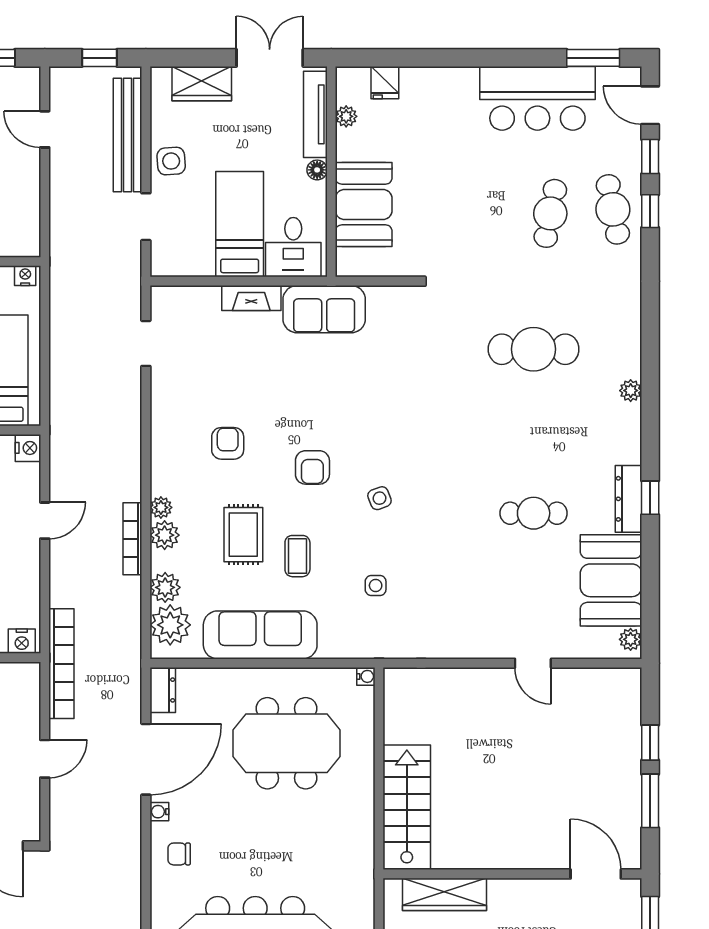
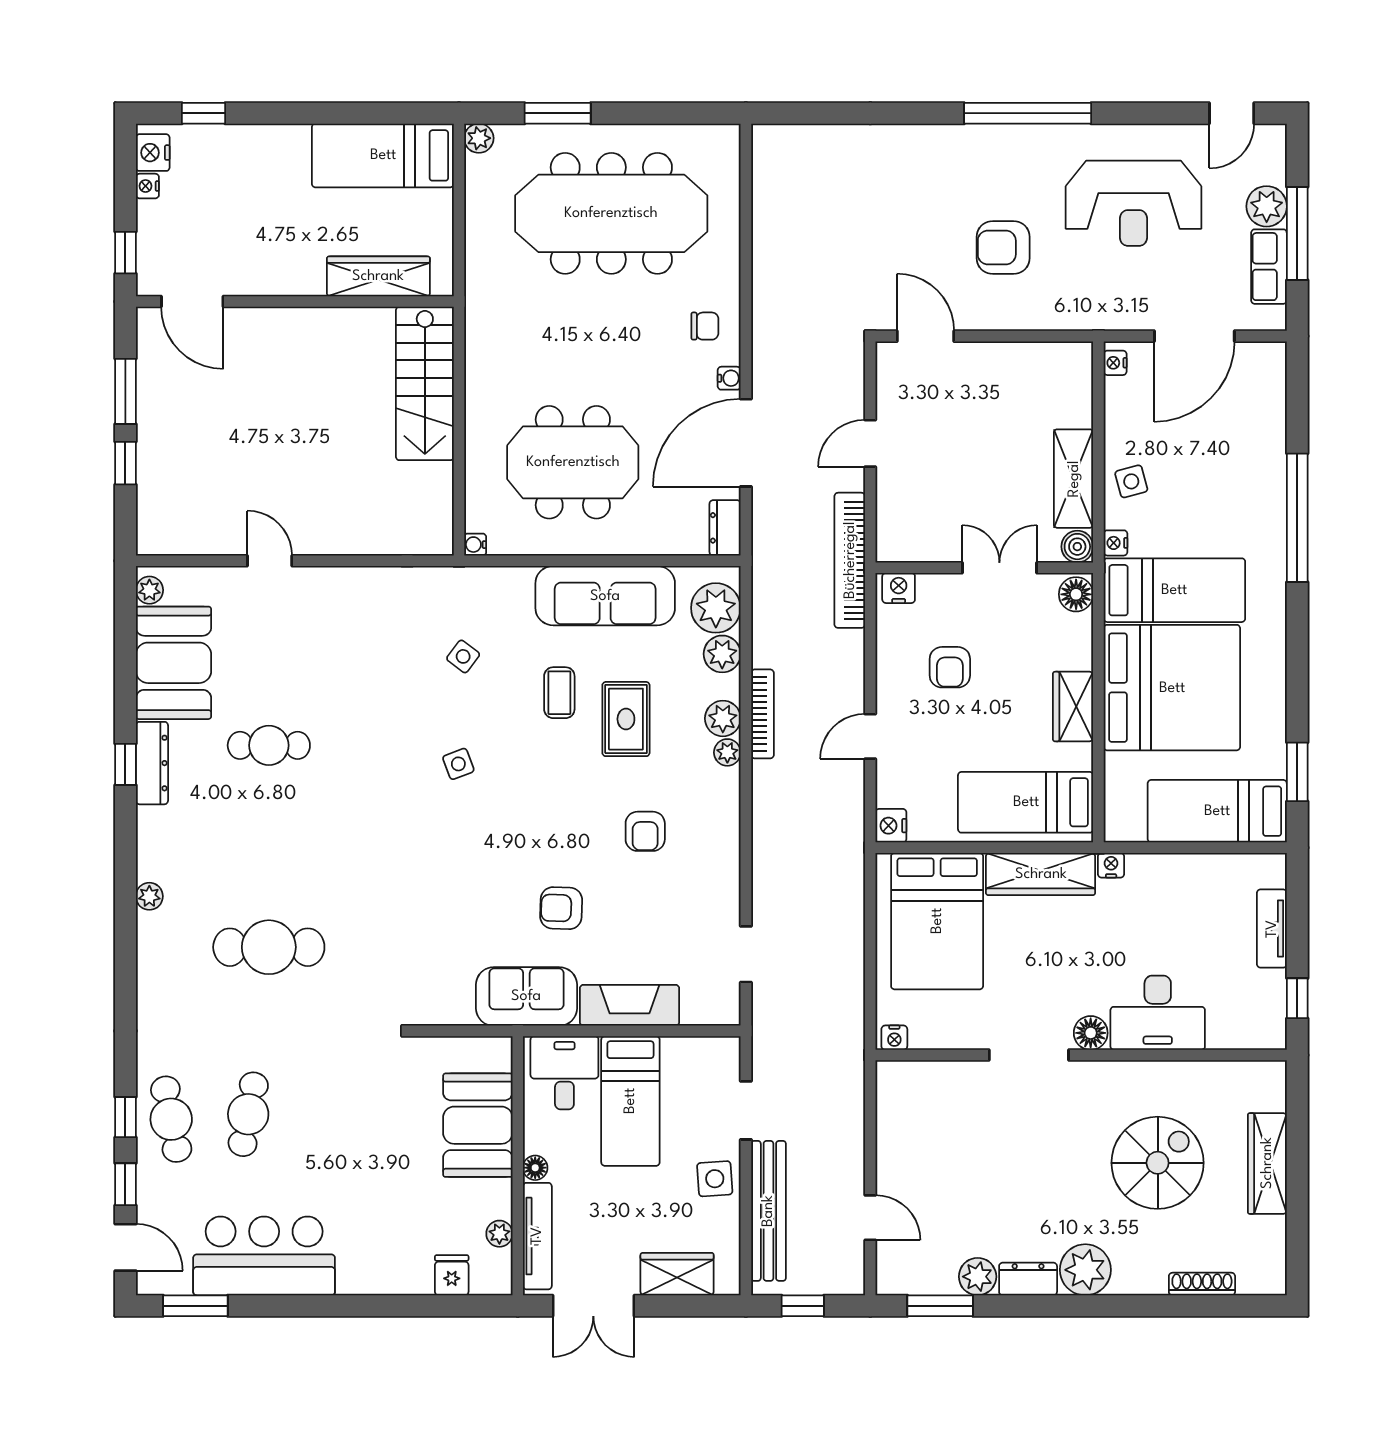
fireplace: (251, 298) -> (629, 1005), width x1.37, depth x1.32
armchair: (312, 467) -> (561, 908), moved, turned -88
side table: (376, 585) -> (463, 656), turned 37

